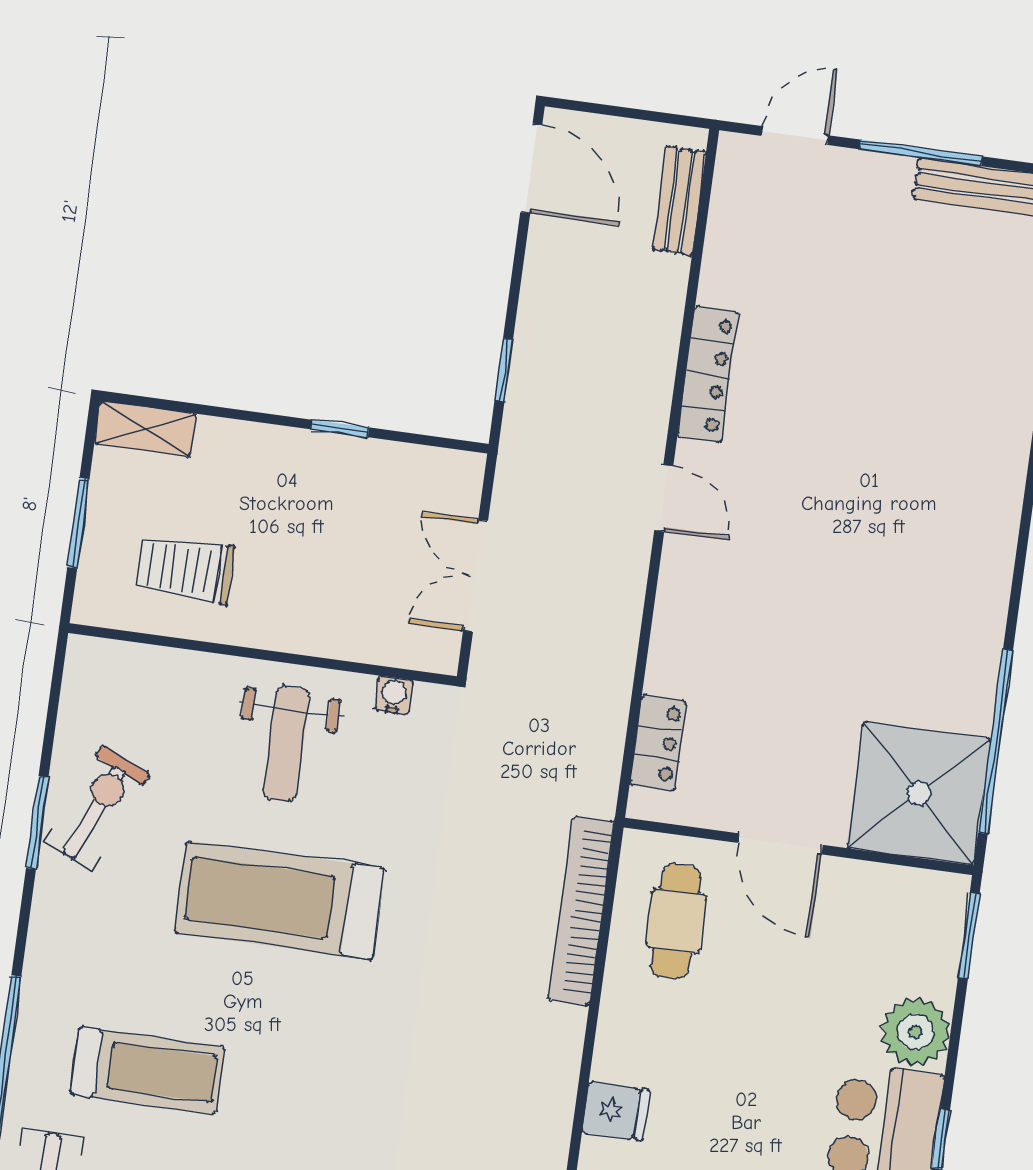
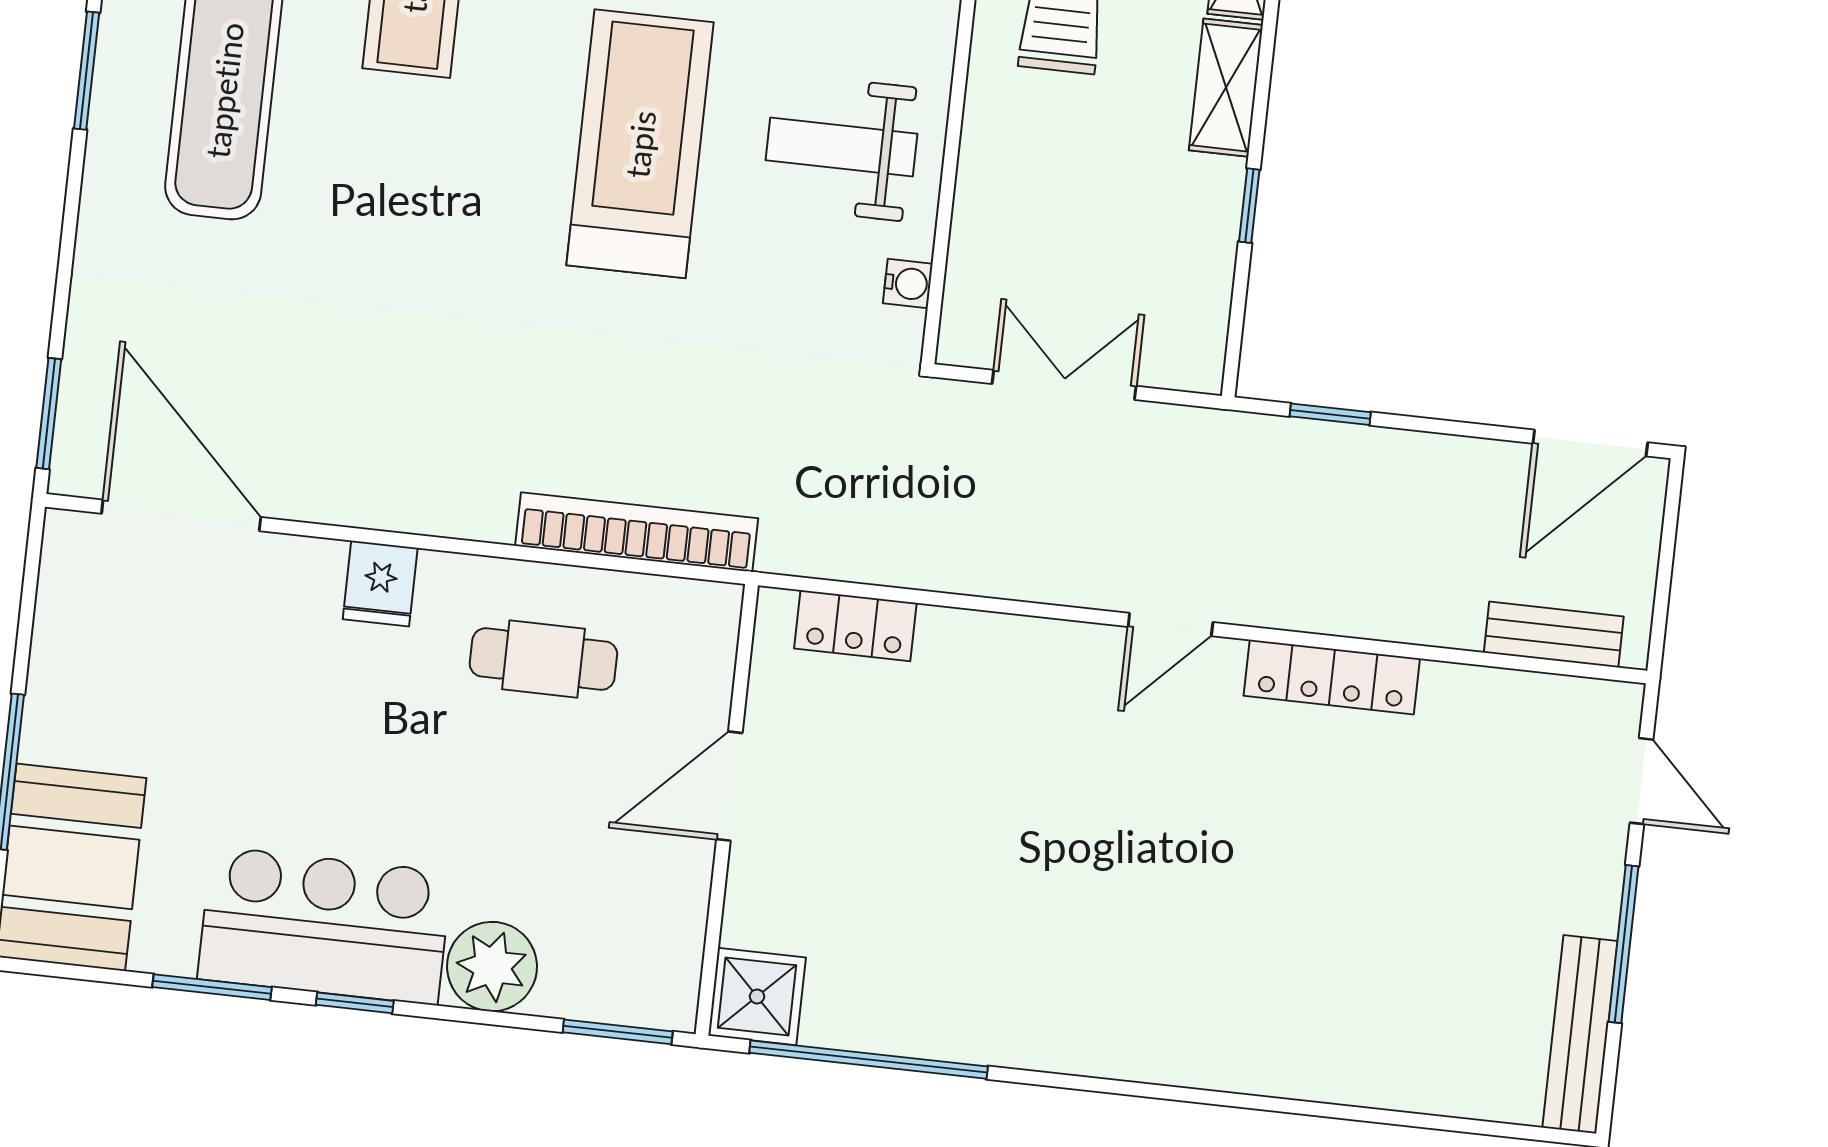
shelving: (248, 444) -> (1226, 88), added
shower: (919, 793) -> (757, 996), width x0.54, depth x0.54
cafe table: (676, 921) -> (543, 659), moved

